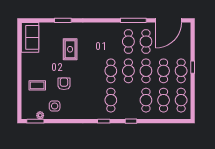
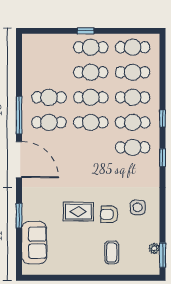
door: (169, 20) -> (19, 160), moved
sofa: (30, 37) -> (34, 243), moved, turned 90
rug: (70, 49) -> (78, 212), moved
cafe table: (111, 71) -> (133, 122), moved
side table: (55, 106) -> (138, 207), moved

